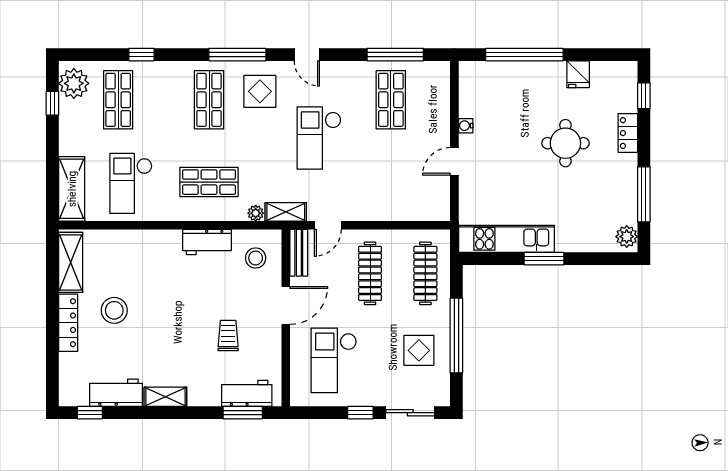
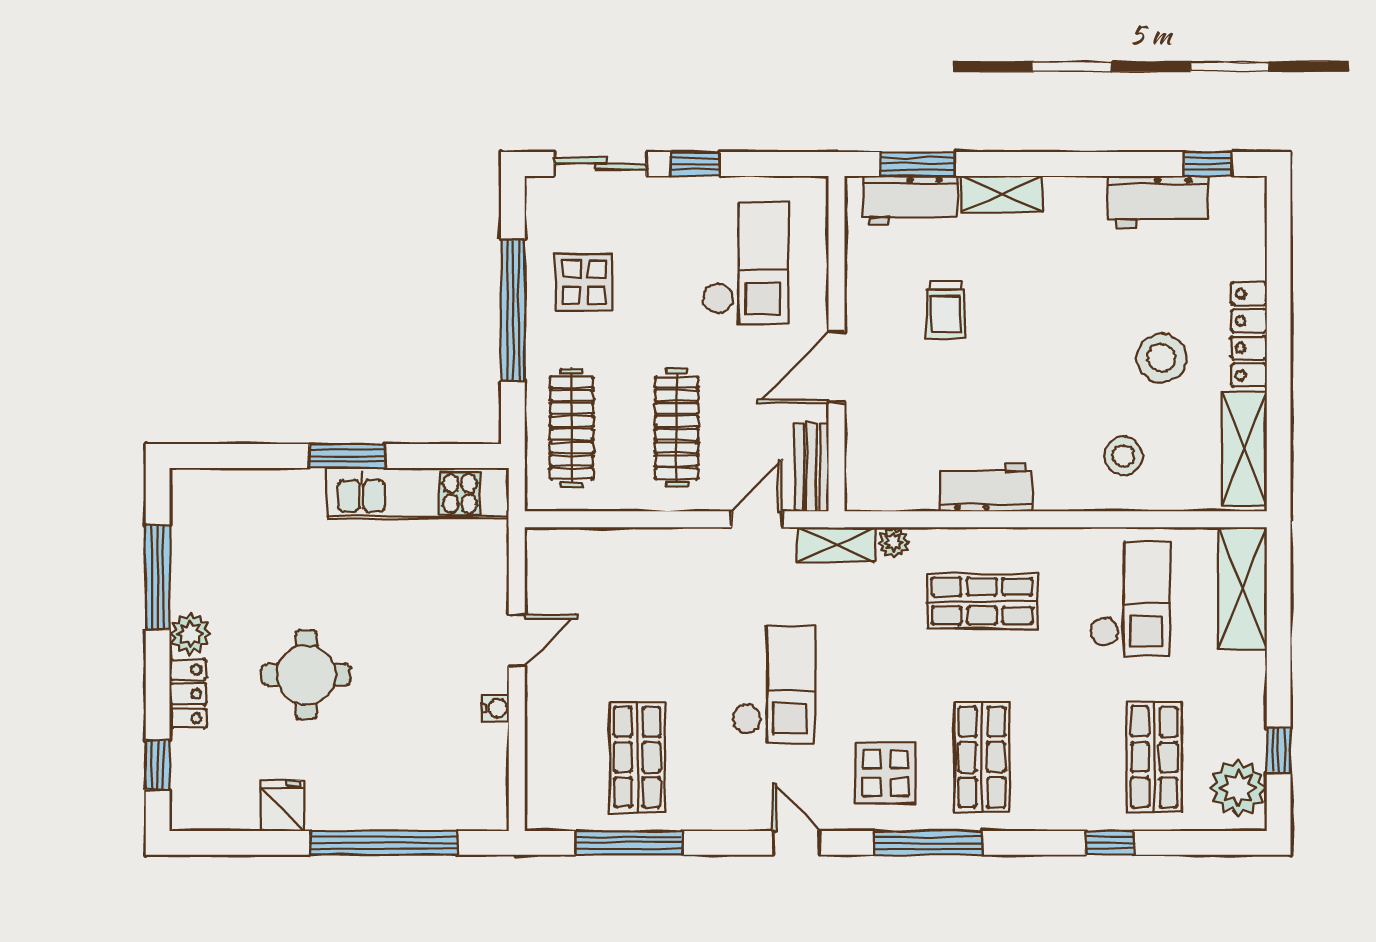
plant: (627, 237) -> (190, 634), moved
stool: (256, 258) -> (1123, 456), moved
shelving: (165, 397) -> (1002, 194), moved

